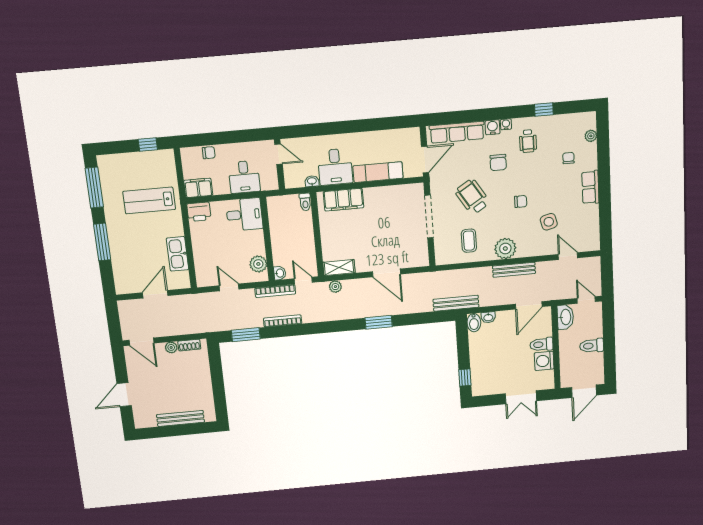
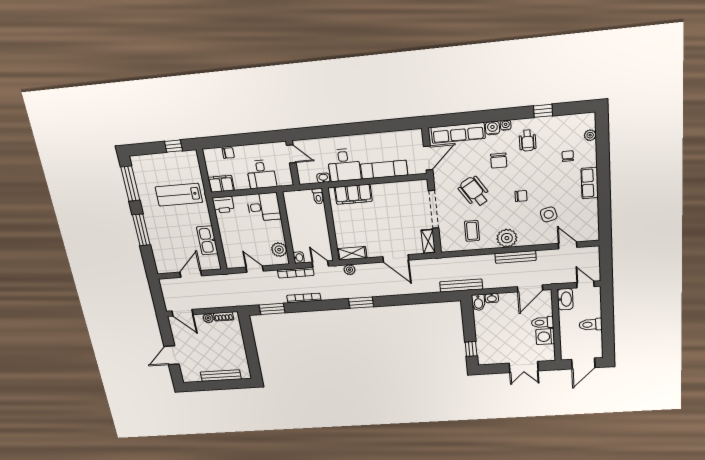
shelving: (422, 253) -> (428, 241), added
window: (379, 322) -> (361, 303), moved

